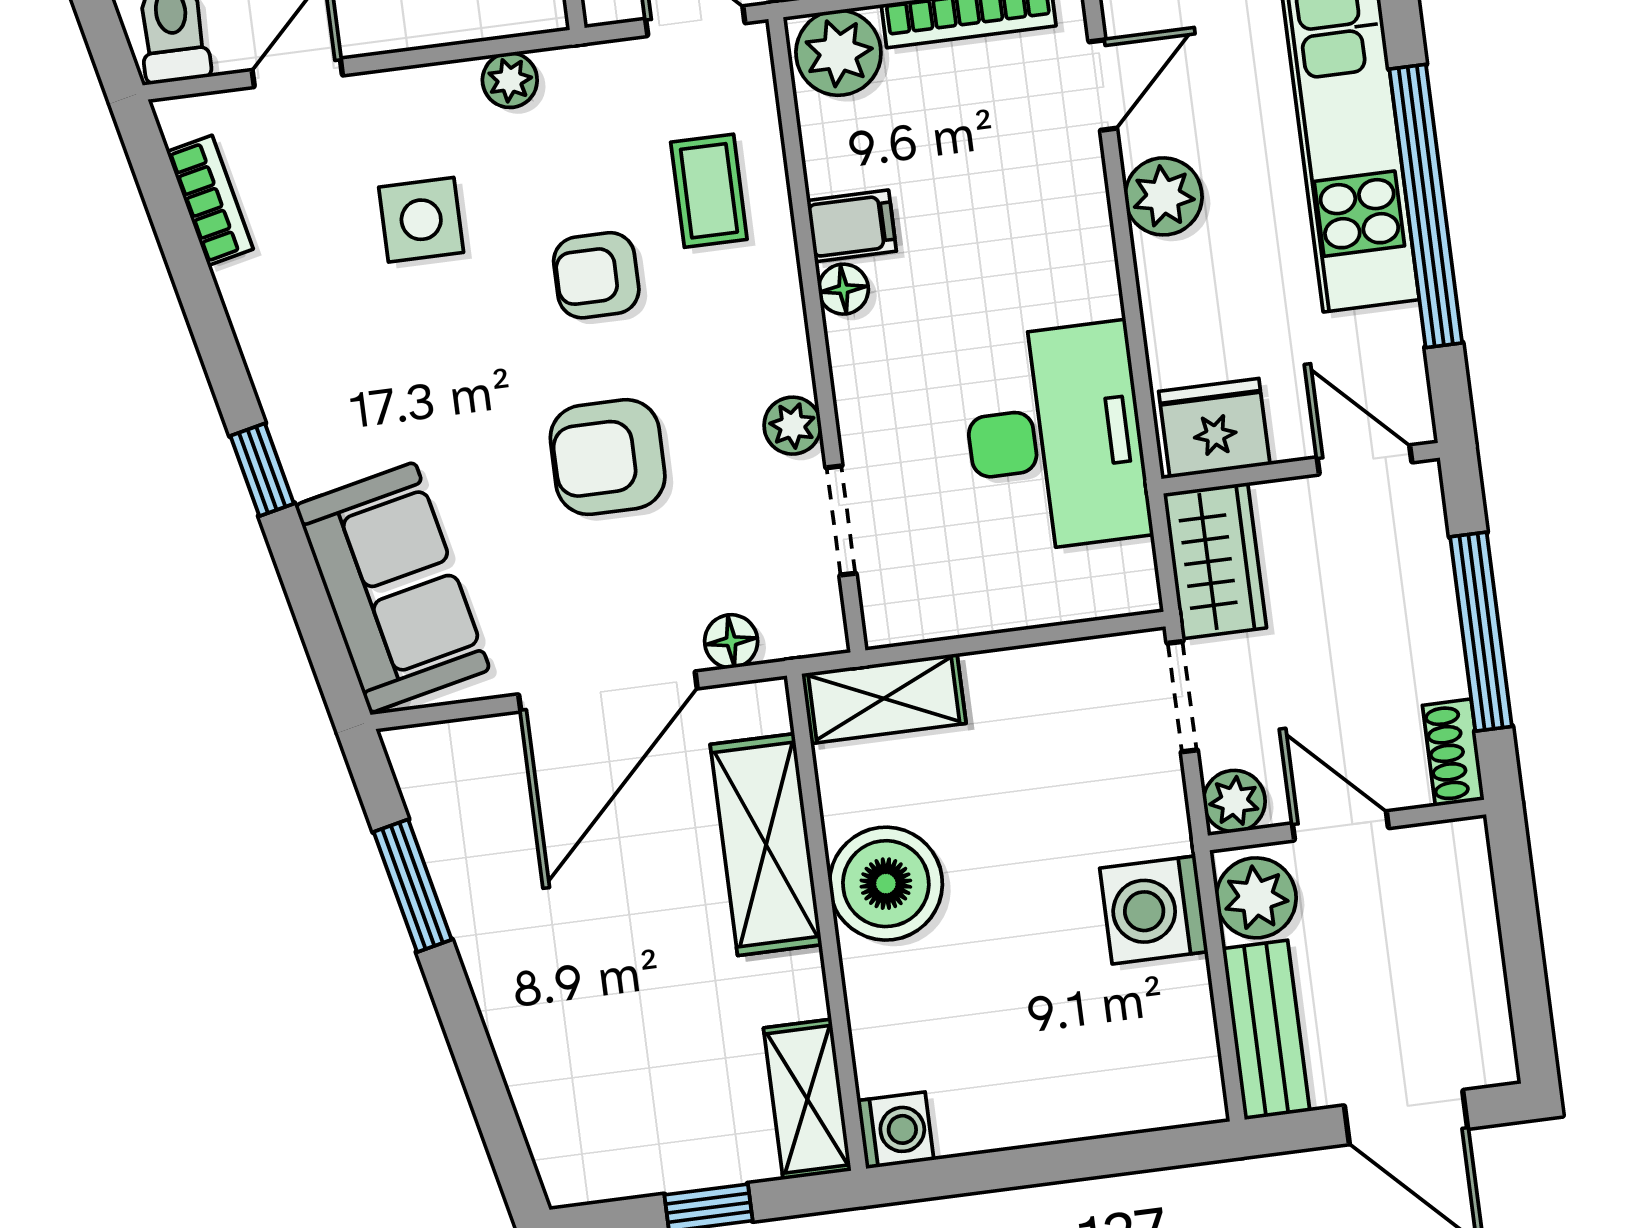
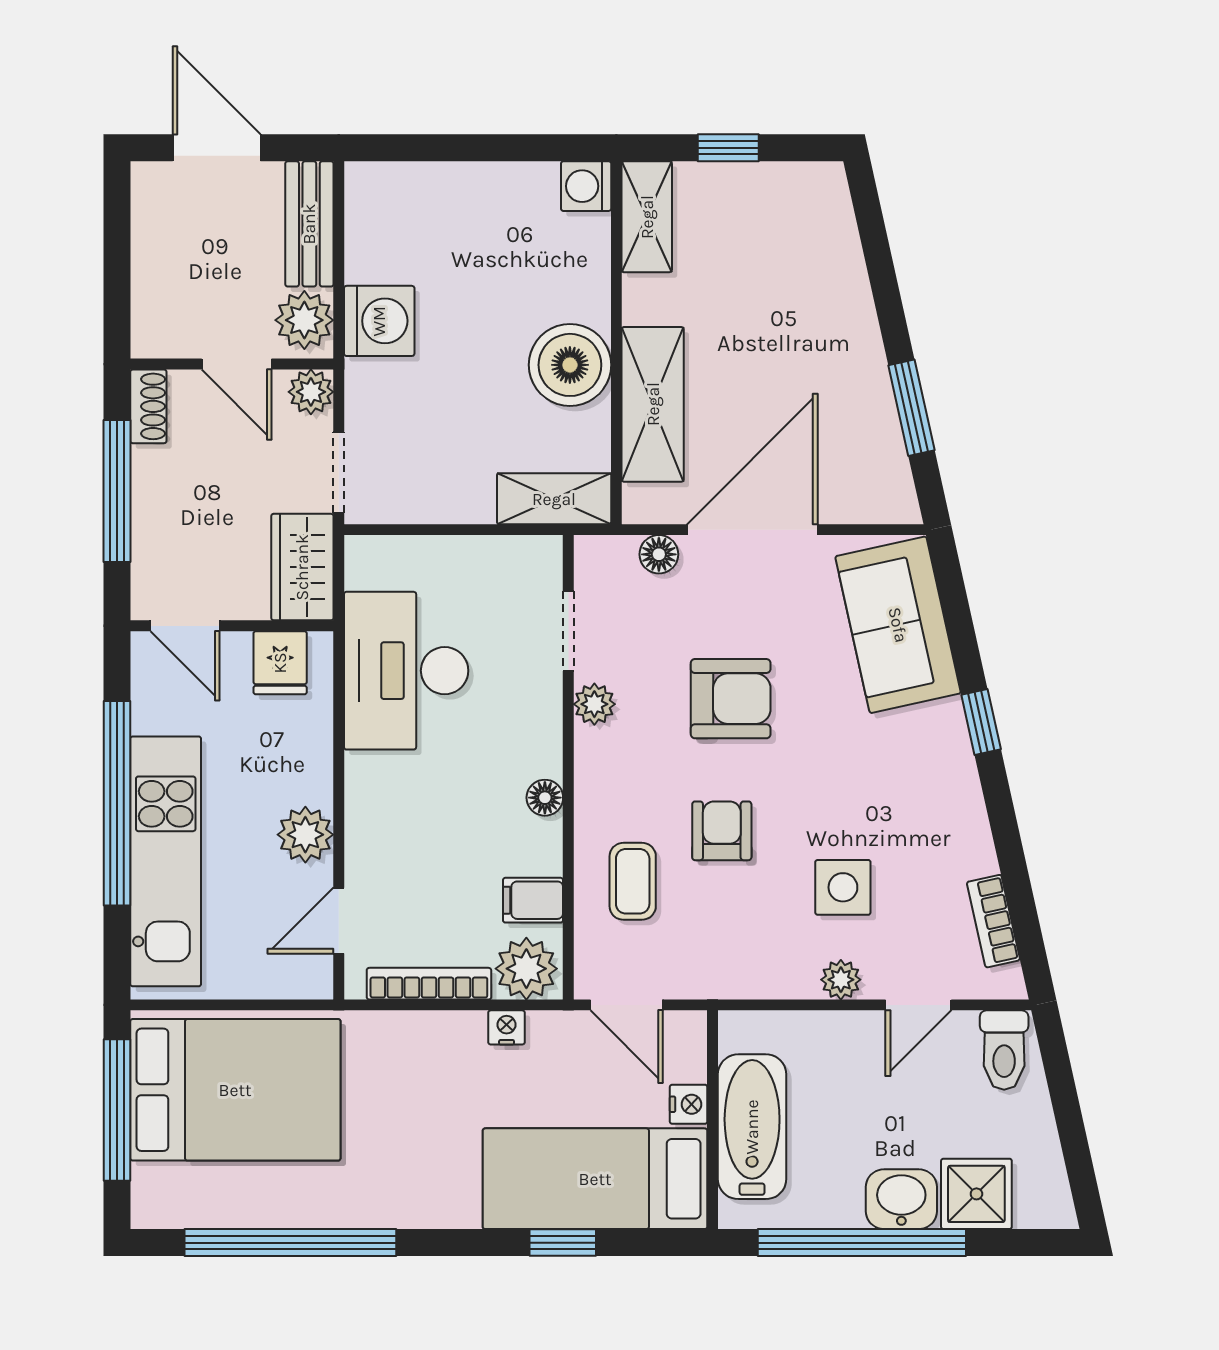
plant: (510, 80) -> (841, 980), moved
filing cabinet: (852, 226) -> (533, 900), moved
armchair: (596, 275) -> (722, 831), turned -90
fridge: (1214, 428) -> (280, 663), width x0.72

